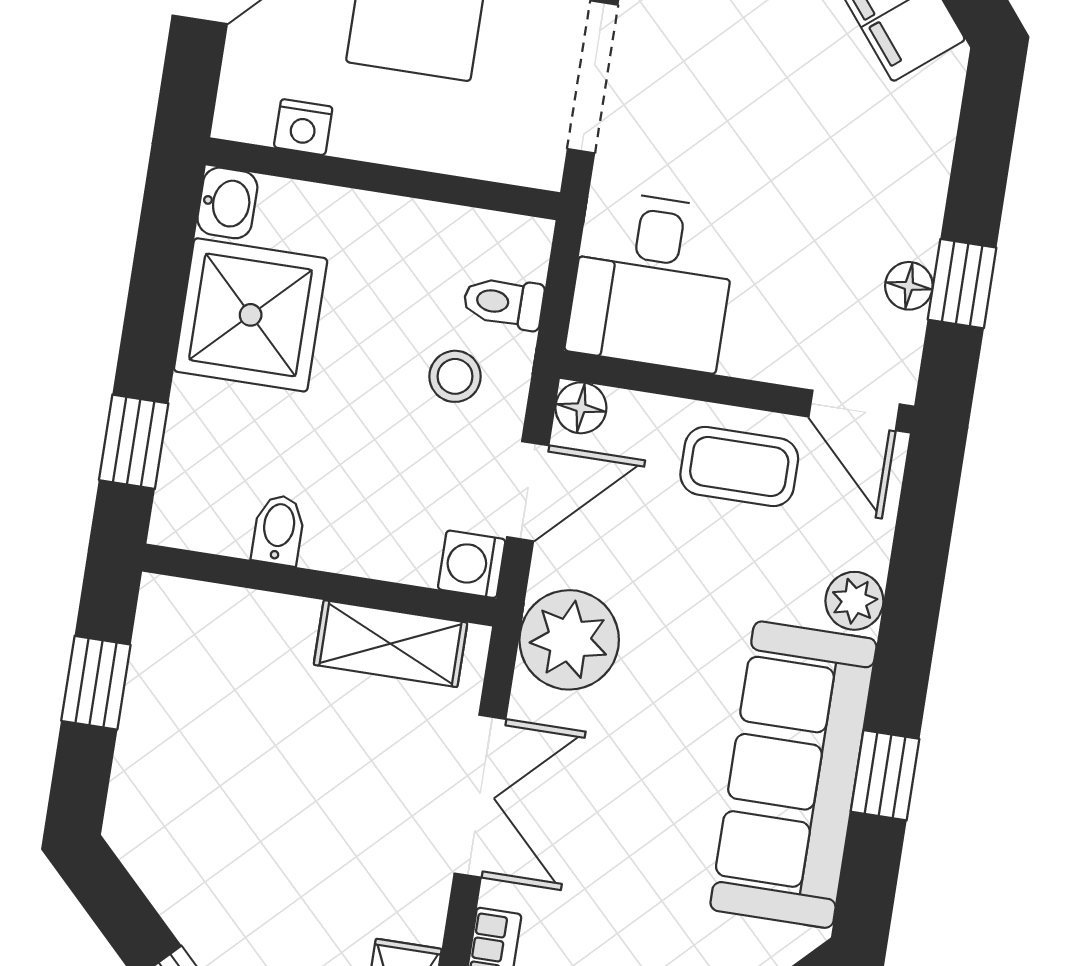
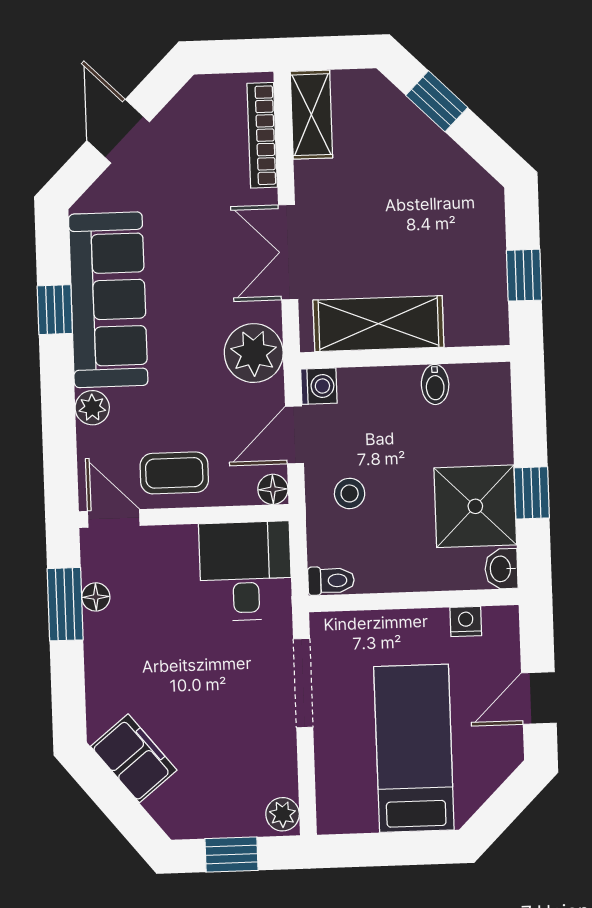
window: (962, 284) -> (65, 604), width x1.50
toilet: (503, 303) -> (331, 581), moved
window: (134, 442) -> (532, 493), moved
shelving: (390, 644) -> (378, 324), width x1.50, depth x1.33

